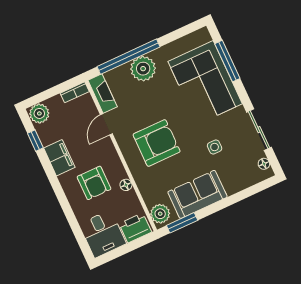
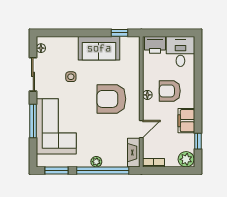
window: (181, 32) -> (57, 170), added
window: (227, 61) -> (33, 121), moved
plant: (143, 69) -> (96, 162), width x0.53, depth x0.53
armchair: (94, 183) -> (170, 91), turned -90
floor lamp: (126, 185) -> (147, 95), moved
plant: (160, 214) -> (132, 47), removed
window: (182, 223) -> (120, 33), width x0.67

